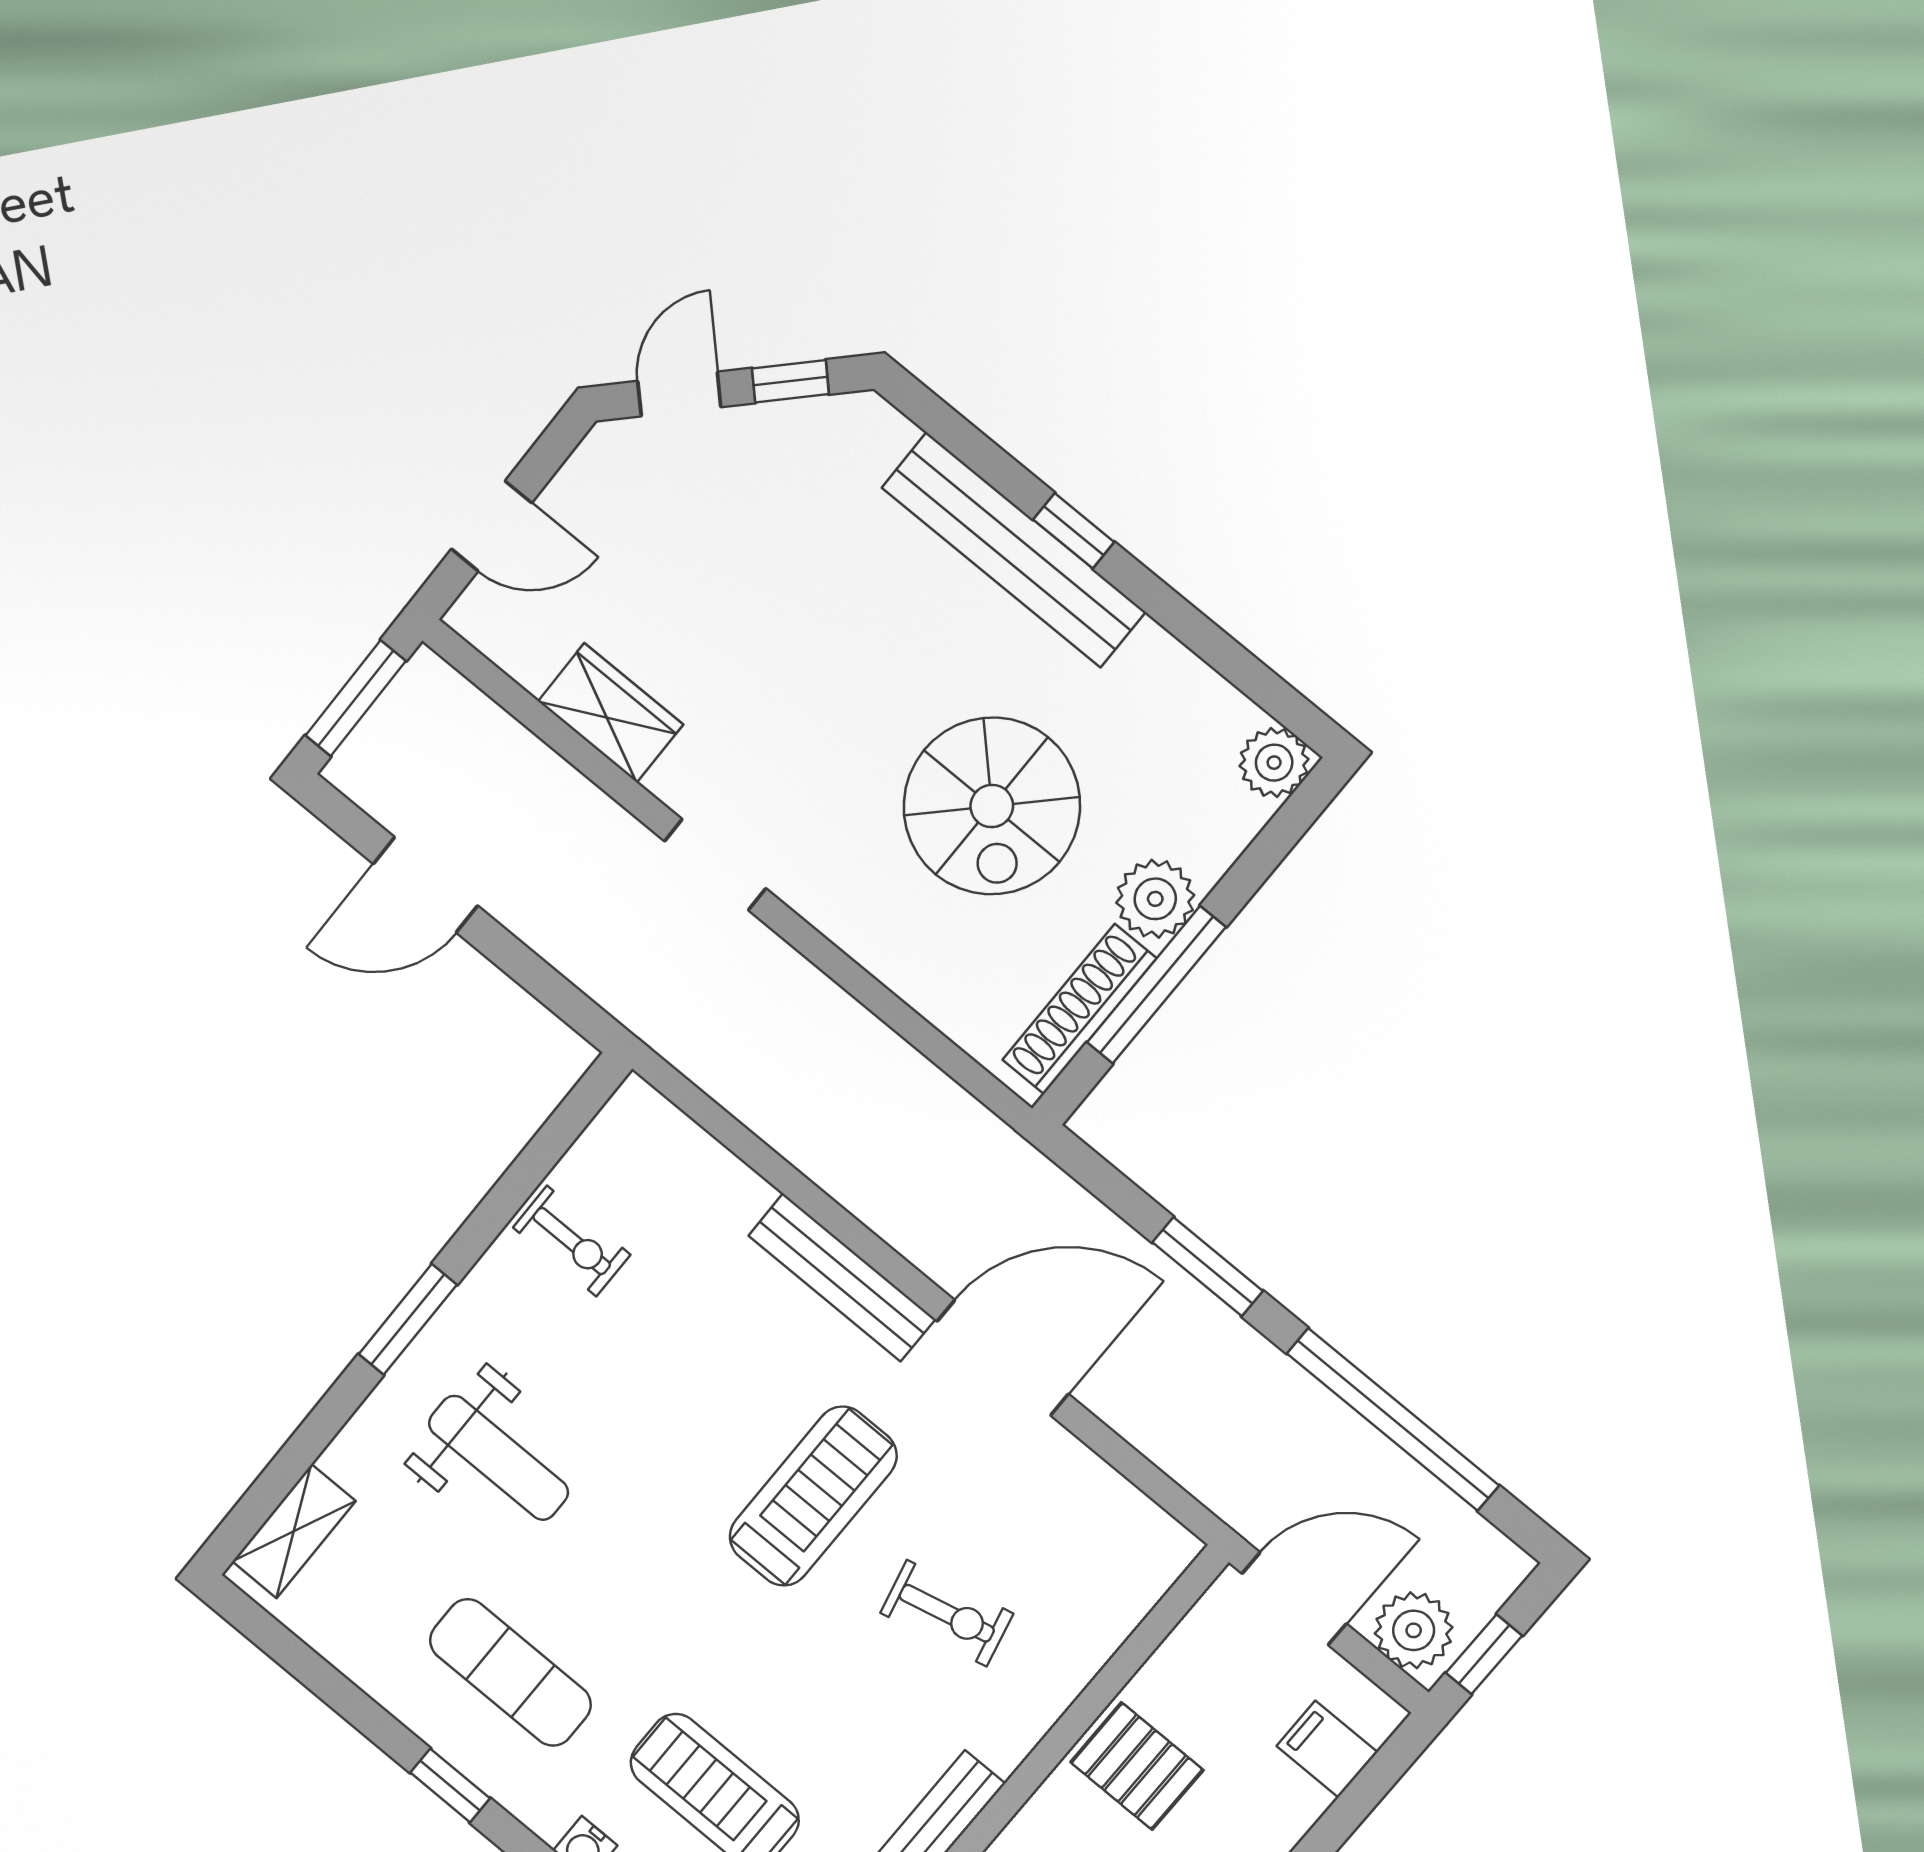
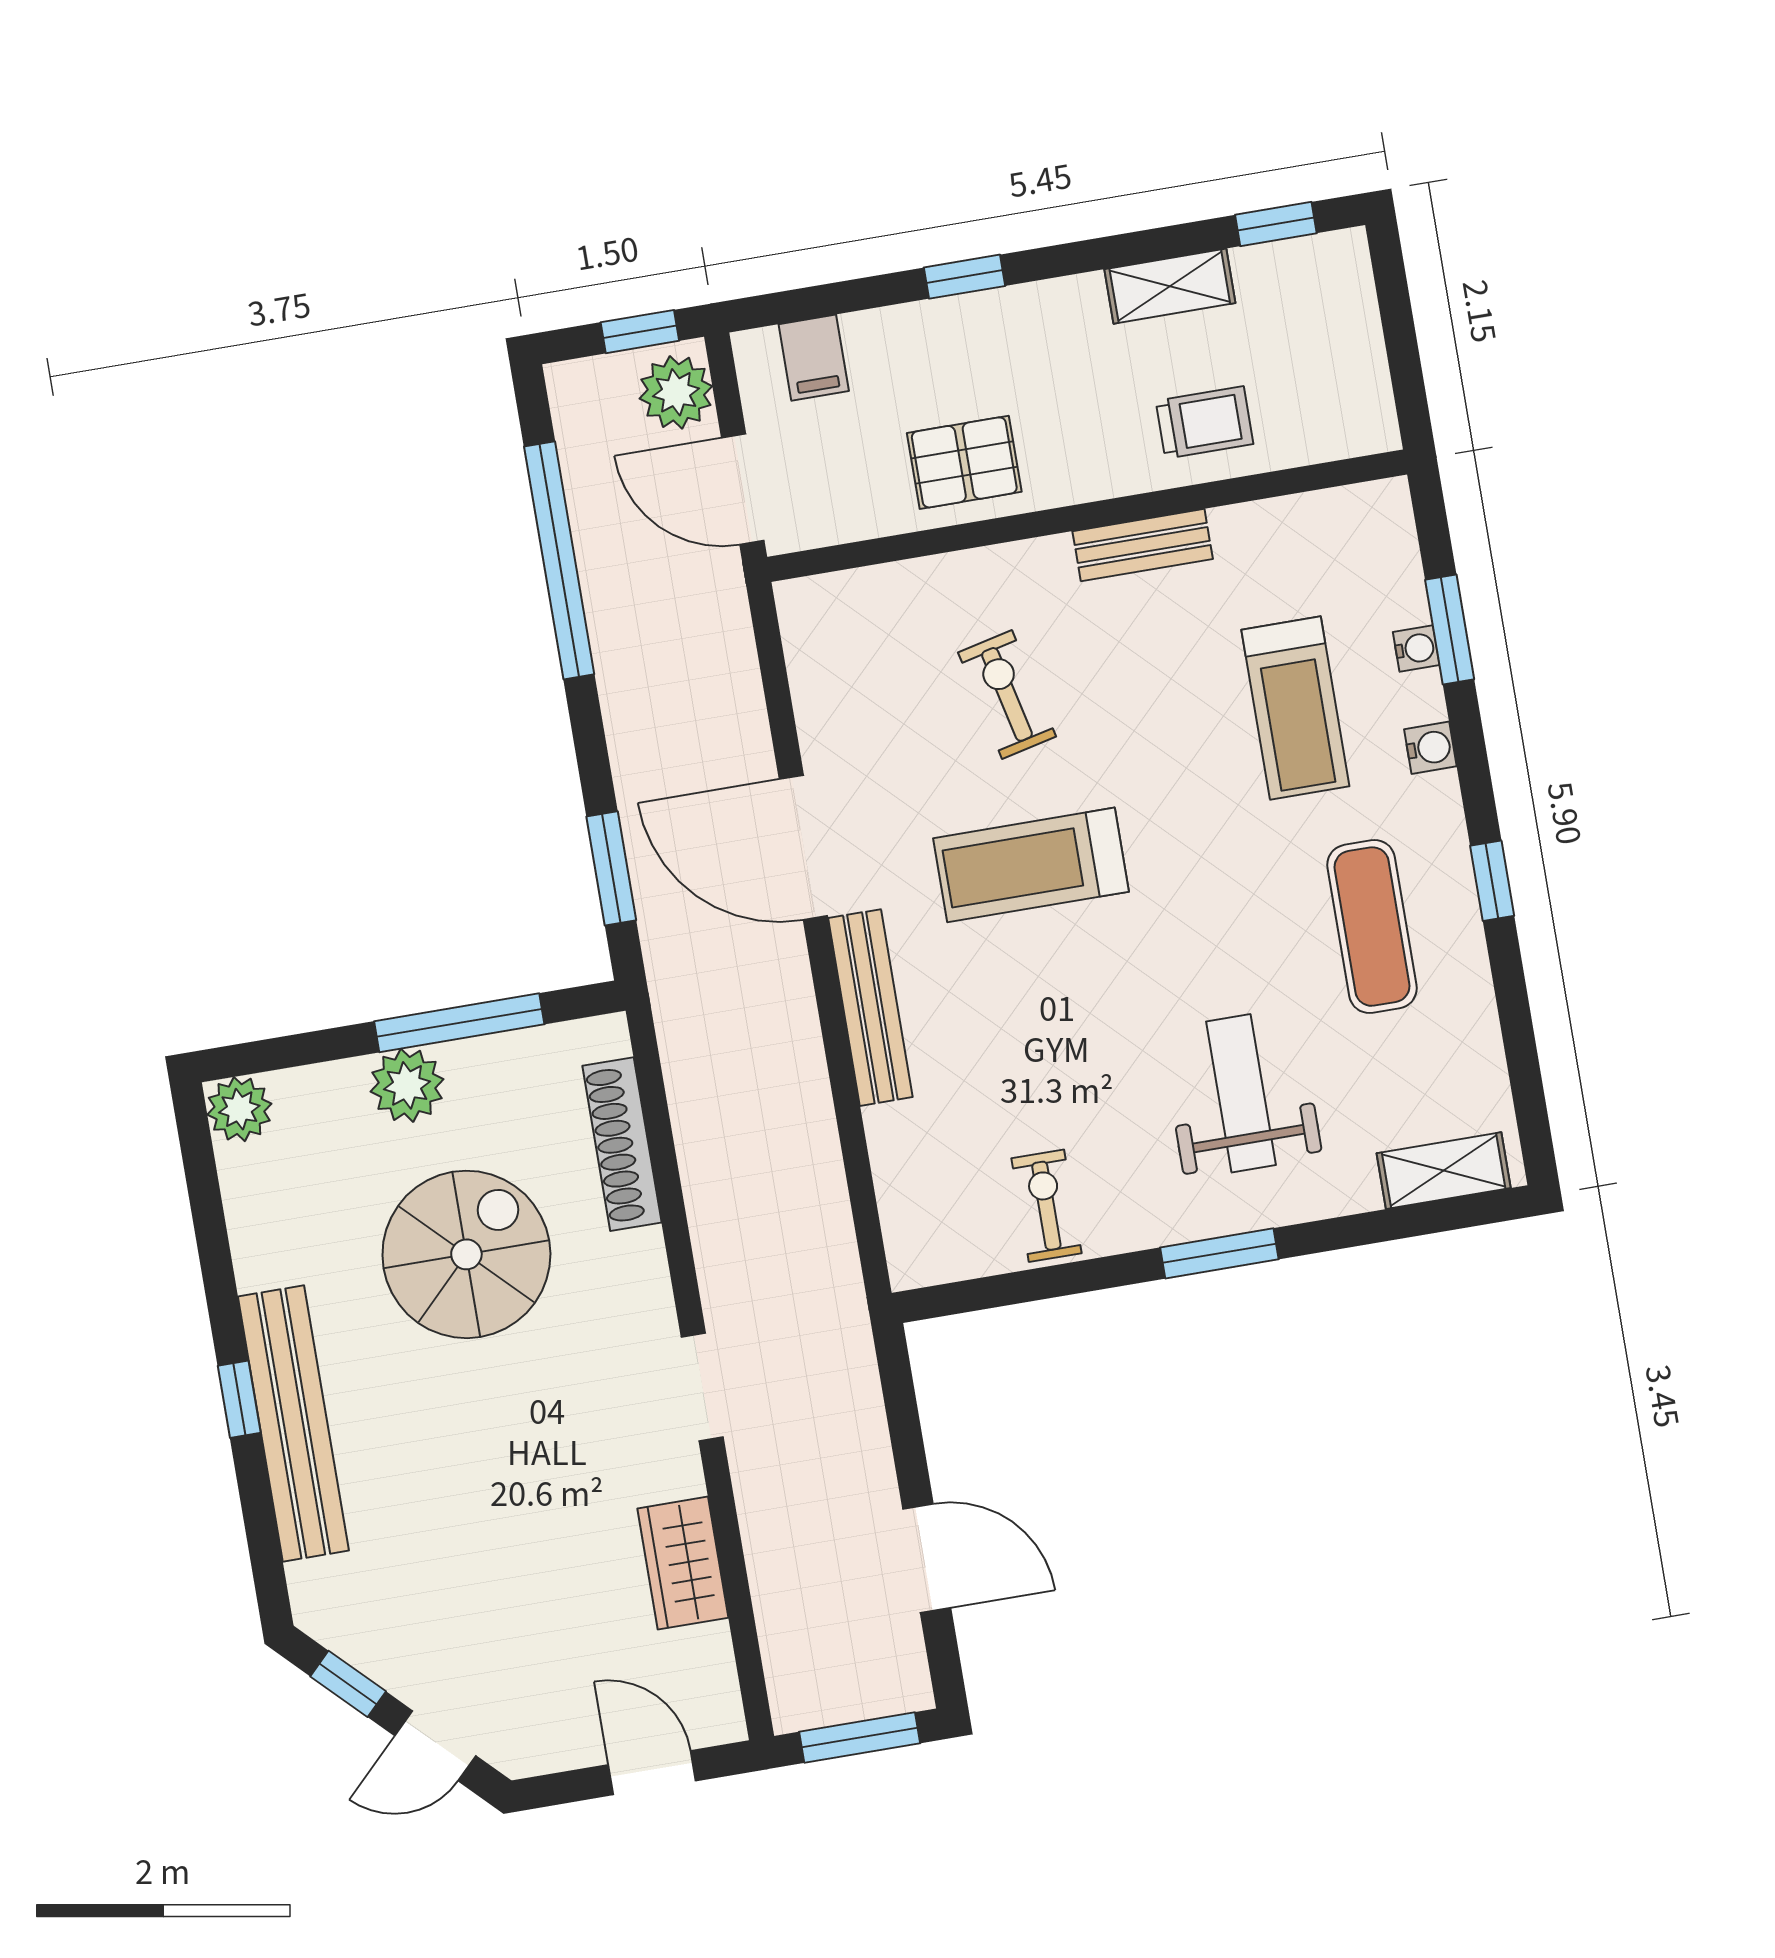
shoe rack: (1079, 1009) -> (622, 1144), moved, turned 90
window: (1208, 1267) -> (611, 868), moved
pallet: (1137, 1766) -> (964, 462), turned 90

